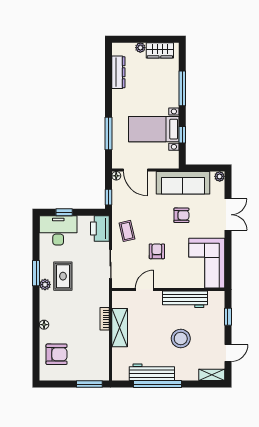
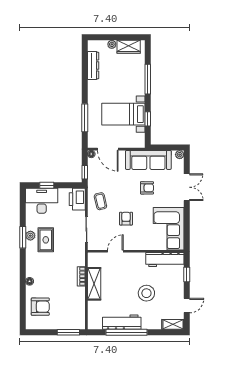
plant: (45, 285) -> (30, 236), moved
workbench: (185, 299) -> (165, 260), moved

